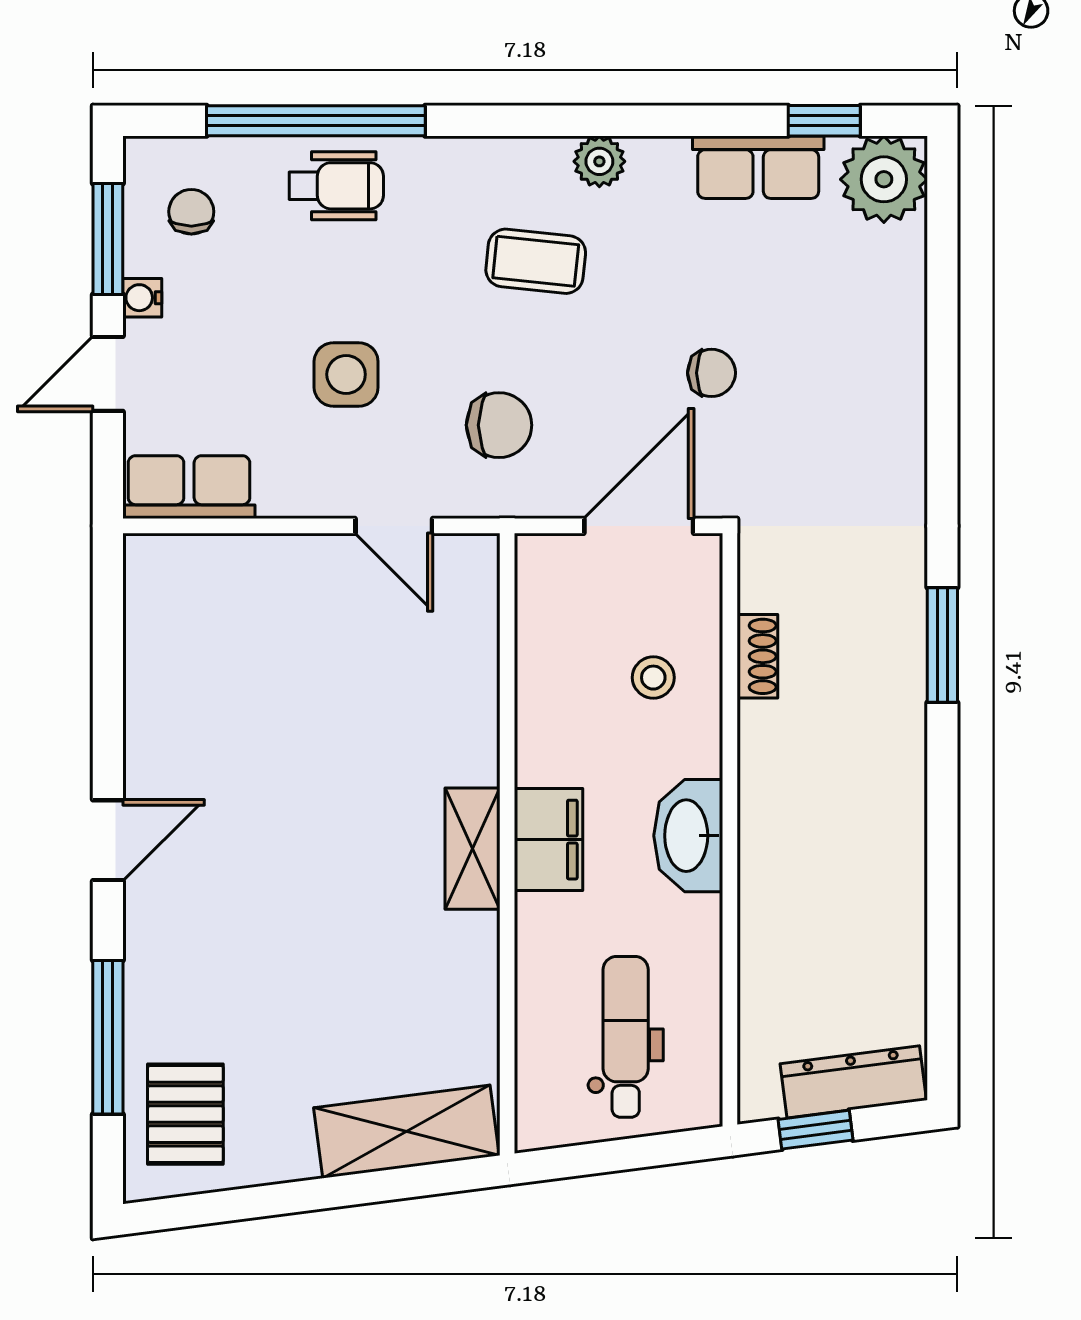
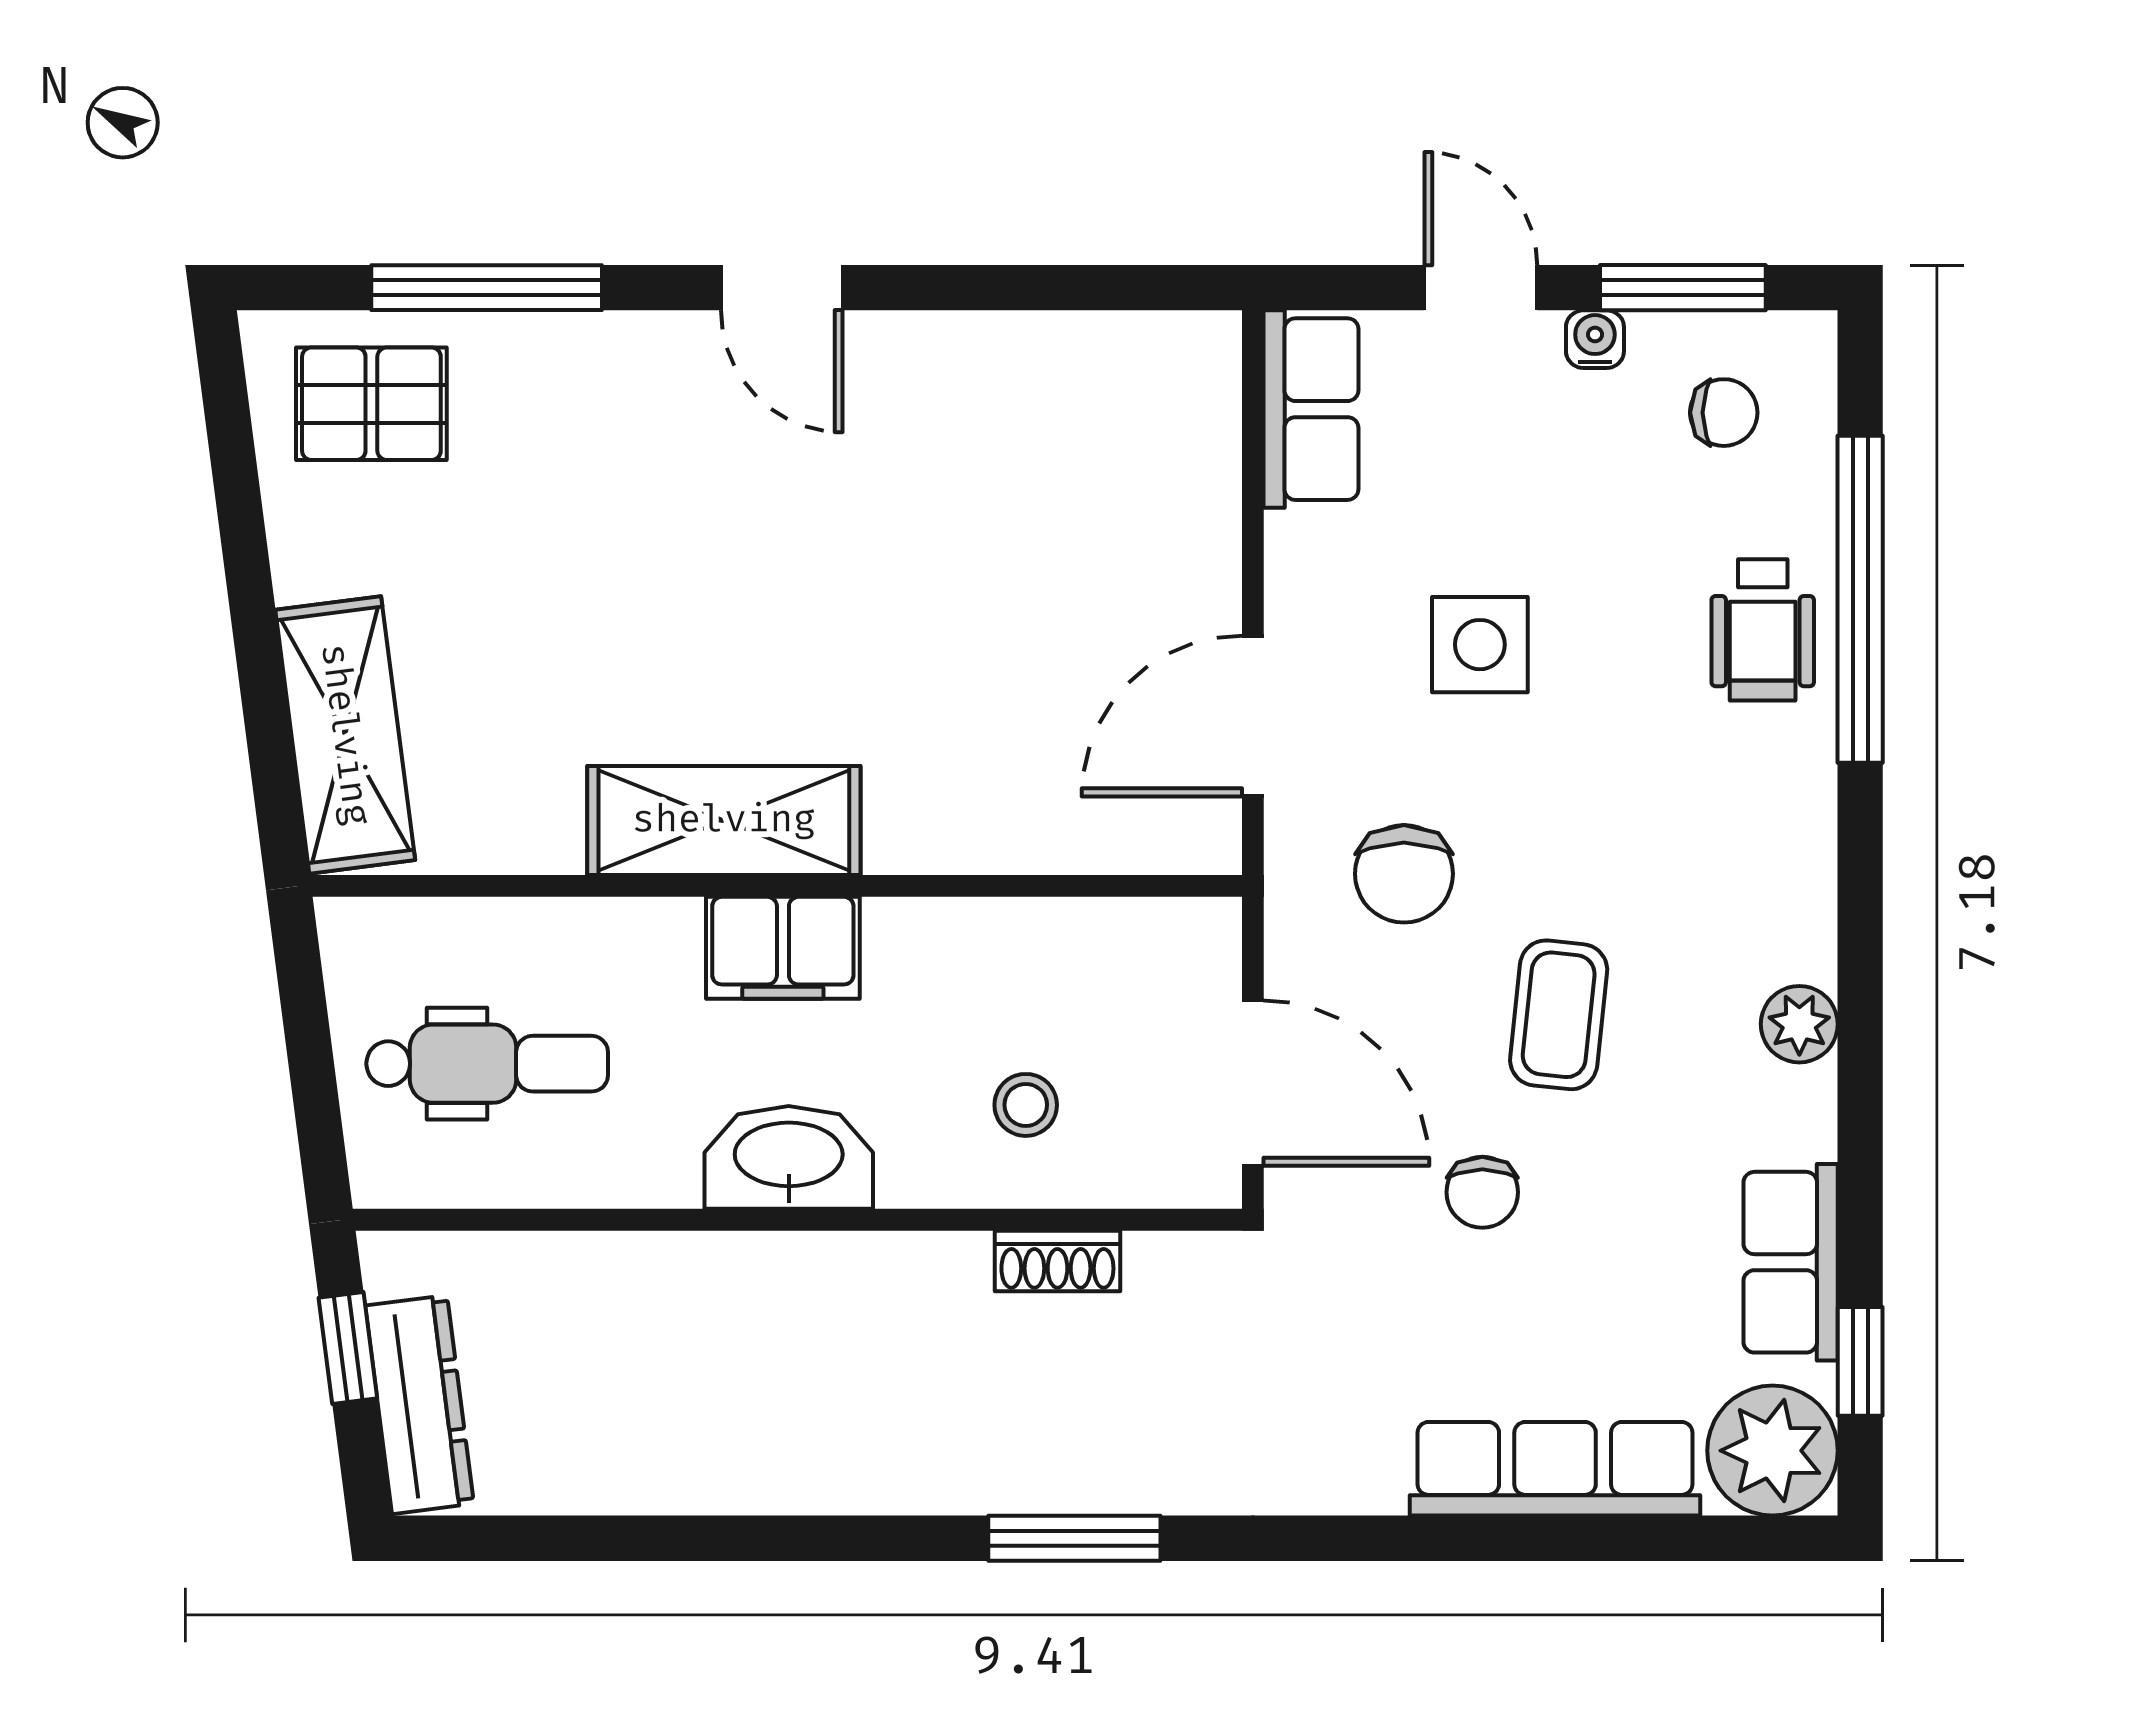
coffee table: (536, 261) -> (1559, 1015), moved
row of seats: (896, 324) -> (1555, 1469), added
door: (394, 526) -> (1253, 716), width x1.38
shelving: (473, 849) -> (724, 820), width x1.50, depth x1.33

